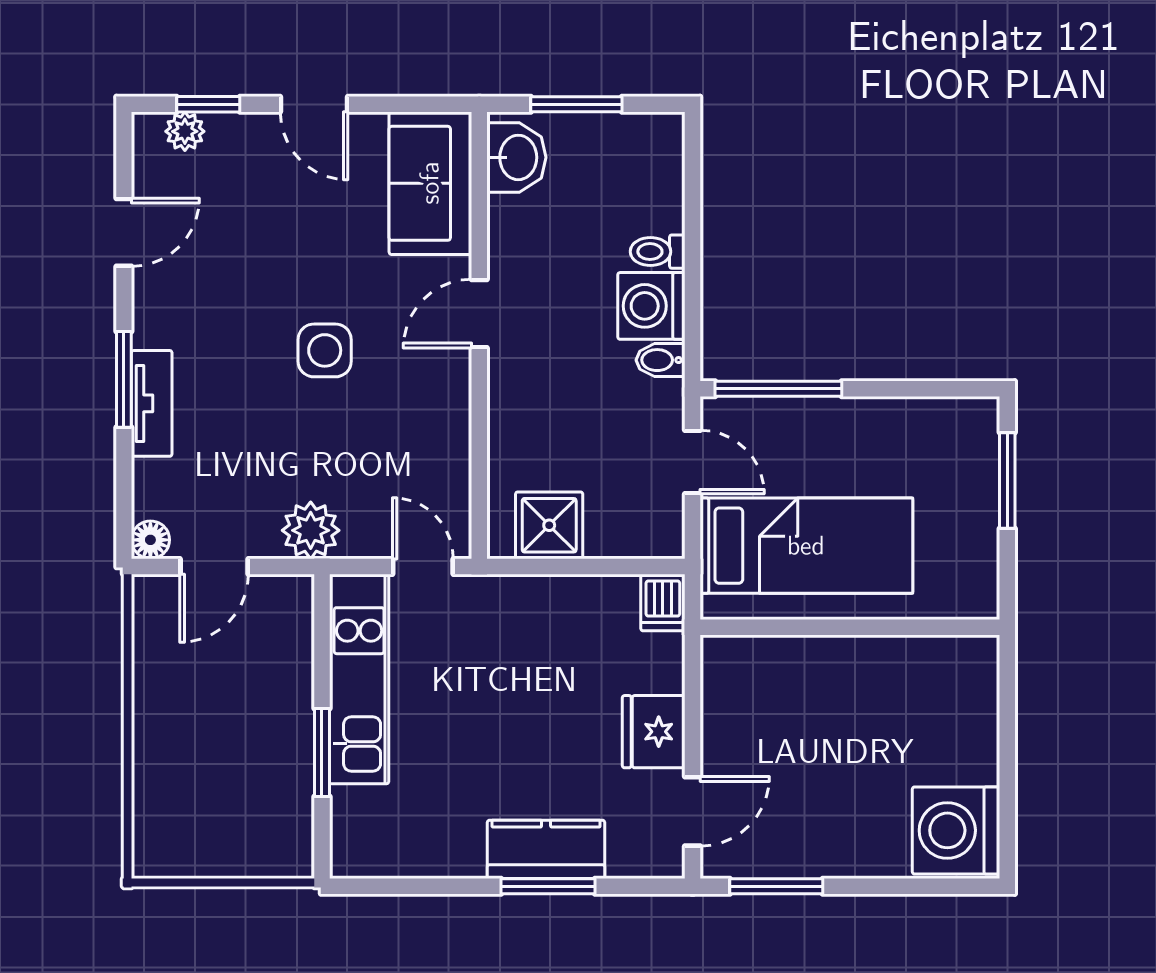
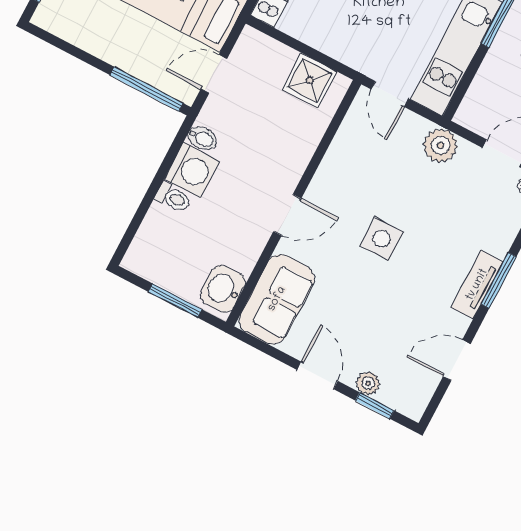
plant: (185, 131) -> (368, 383), moved
tv unit: (152, 403) -> (477, 285), moved
door: (693, 462) -> (214, 74), hinge flipped

